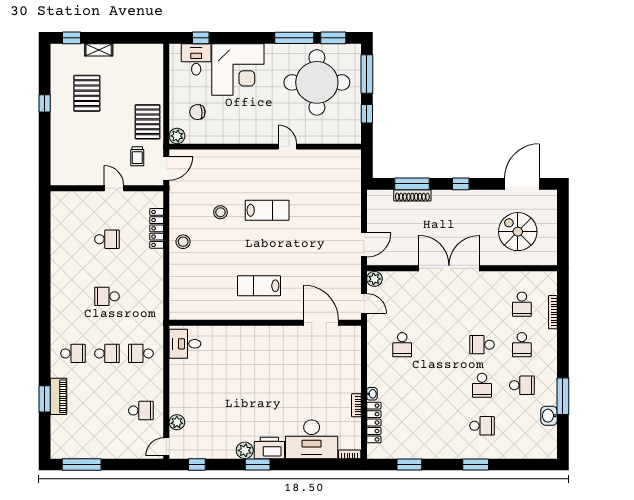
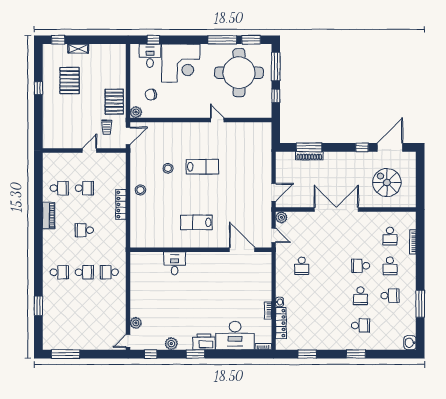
window: (461, 184) -> (362, 147), moved
door: (114, 188) -> (89, 151), hinge flipped
locker: (157, 228) -> (121, 204), moved
desk: (185, 344) -> (175, 263), moved, turned 90
piano: (59, 396) -> (49, 216), moved
school desk: (141, 411) -> (59, 188), moved
washbasin: (549, 416) -> (410, 343), moved
plant: (245, 450) -> (171, 344), moved

